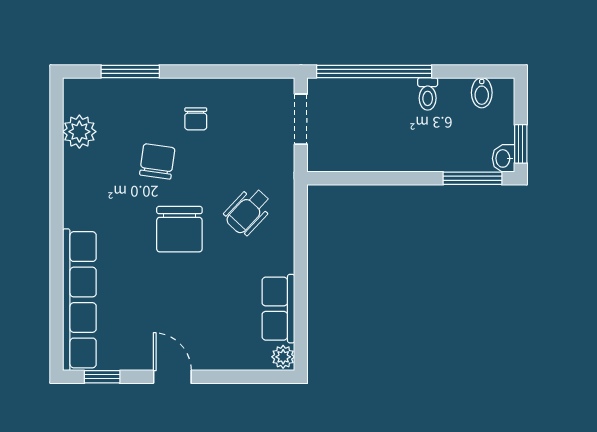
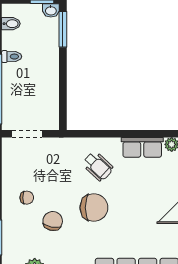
chair: (157, 161) -> (53, 221), turned 93
wheelchair: (248, 211) -> (98, 166), moved

